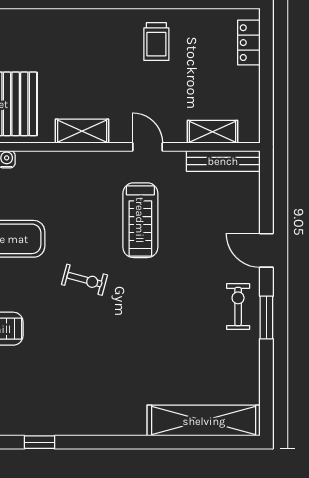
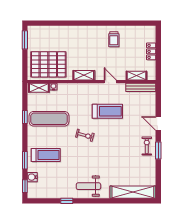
locker: (249, 43) -> (151, 51), moved
treadmill: (140, 220) -> (107, 111), turned -90
weight bench: (94, 406) -> (88, 186), added

